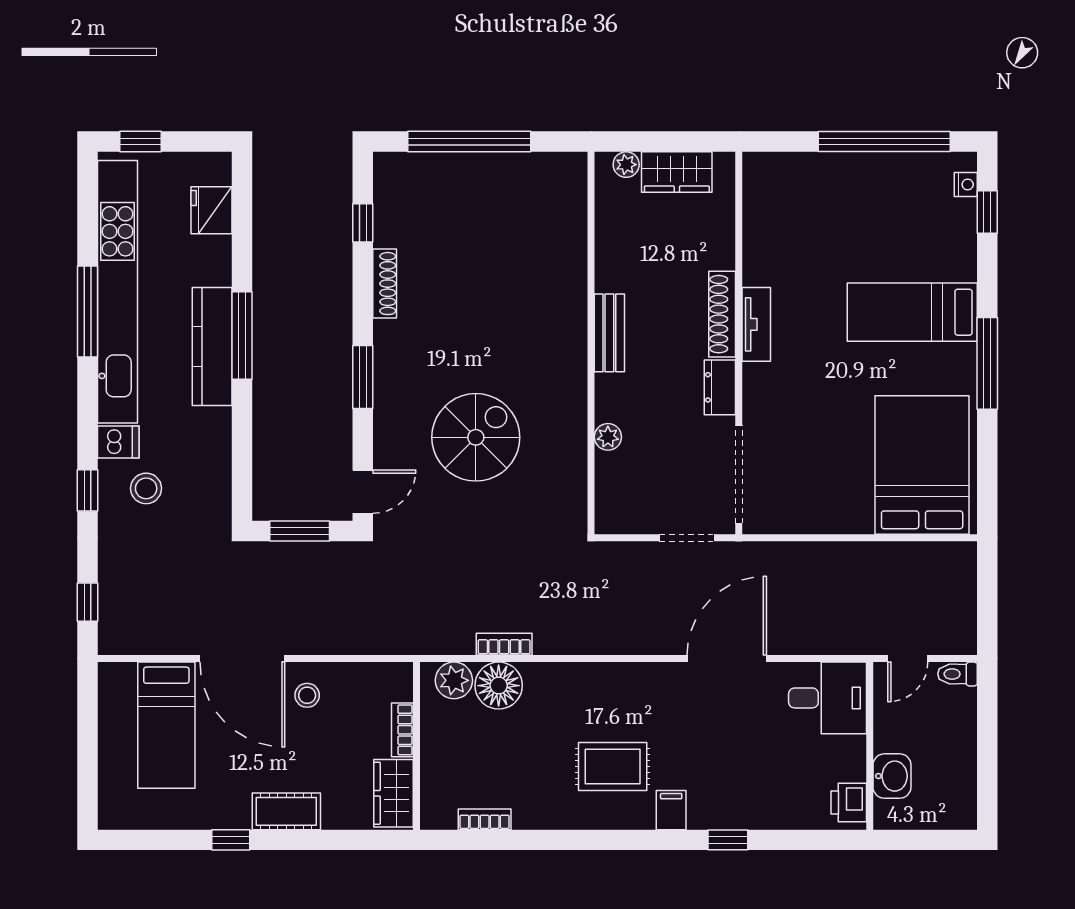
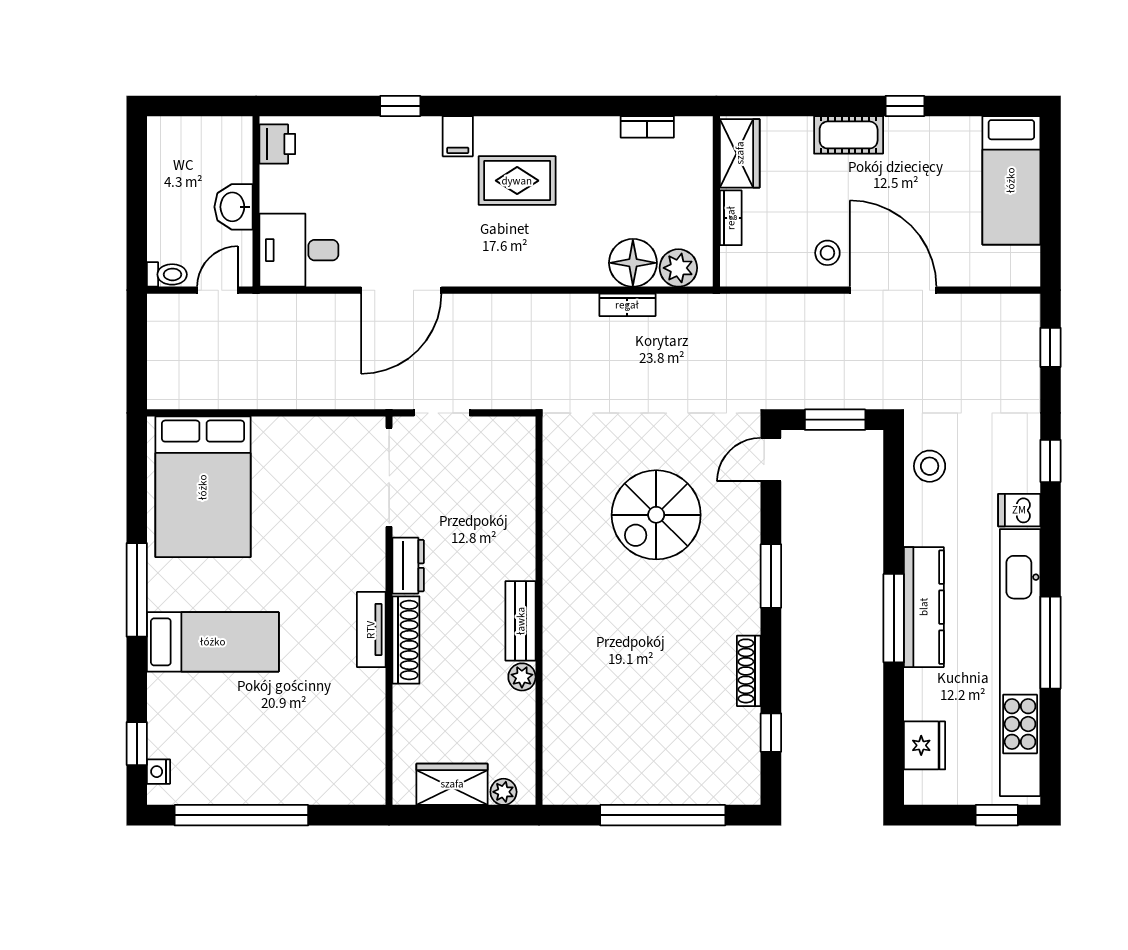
plant: (608, 437) -> (522, 677), moved
stool: (146, 488) -> (930, 466), moved
bed: (166, 725) -> (1011, 180), moved, turned 180
washbasin: (892, 776) -> (233, 207), moved

